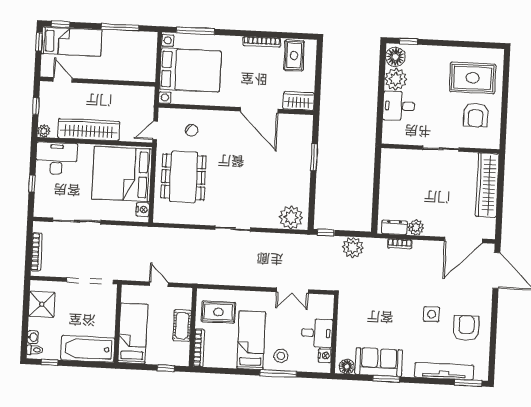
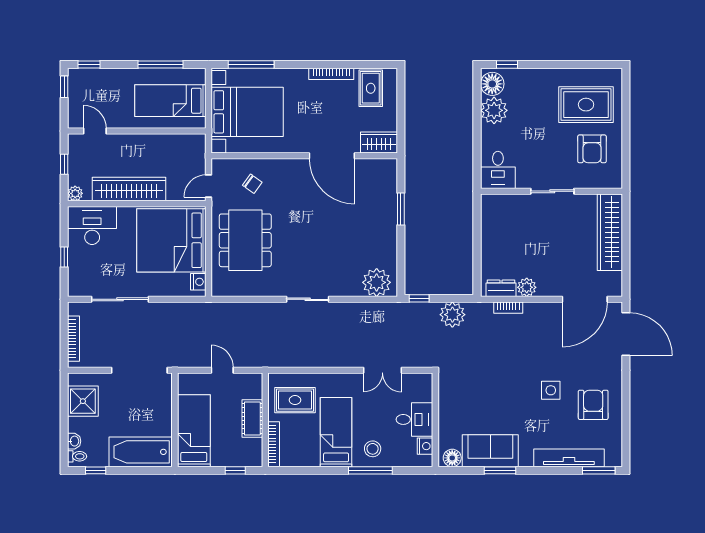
bed: (72, 42) -> (170, 101), moved, turned 180
desk: (399, 106) -> (498, 170), moved, turned -90

